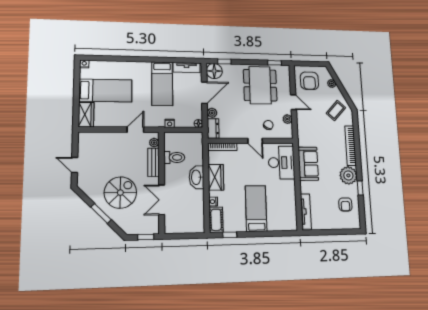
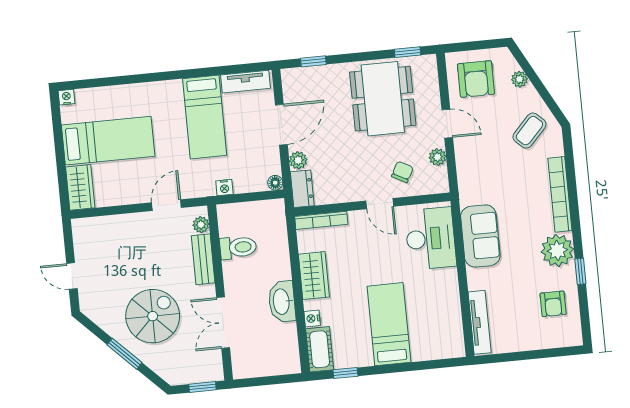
floor lamp: (214, 71) -> (296, 82), removed
washbasin: (196, 177) -> (282, 302), moved

